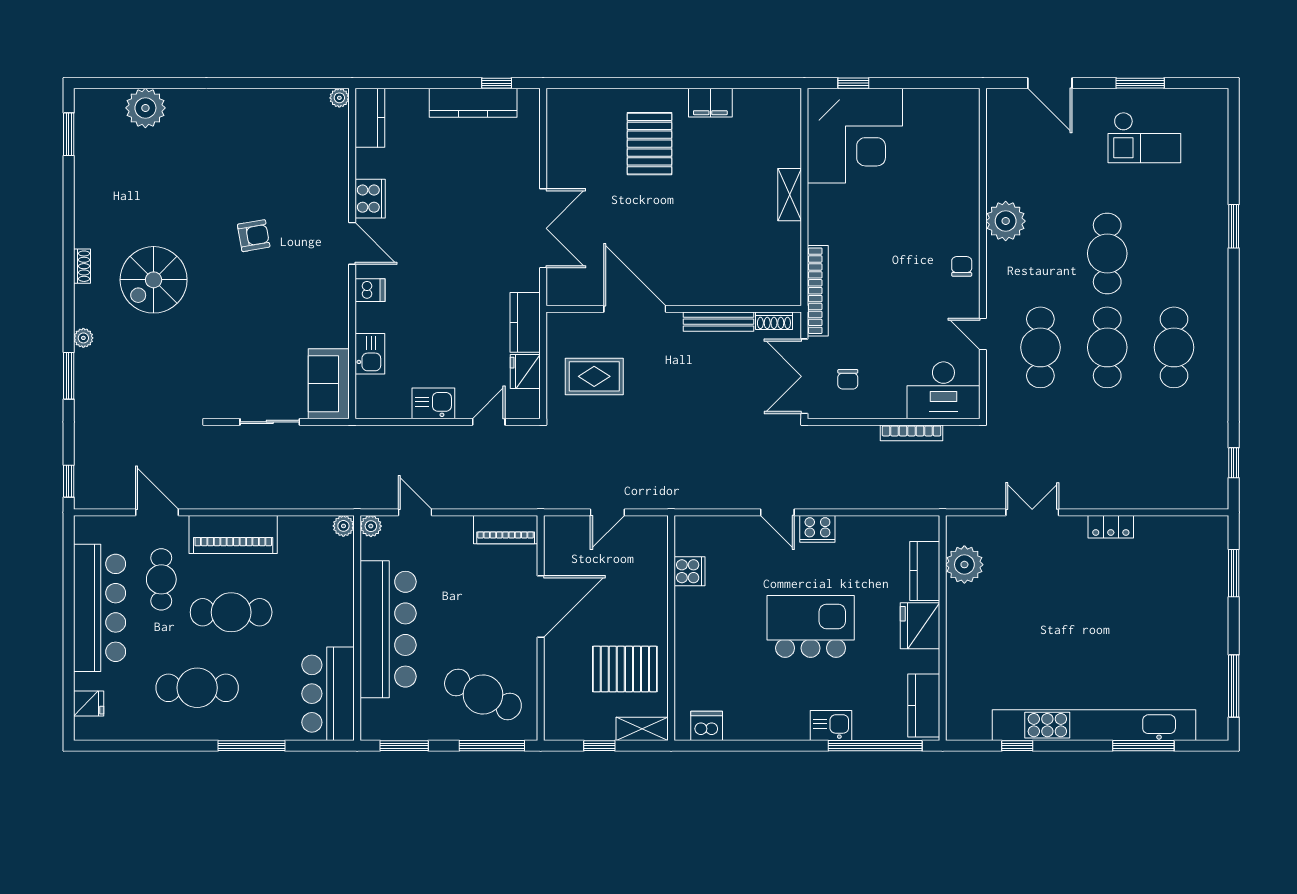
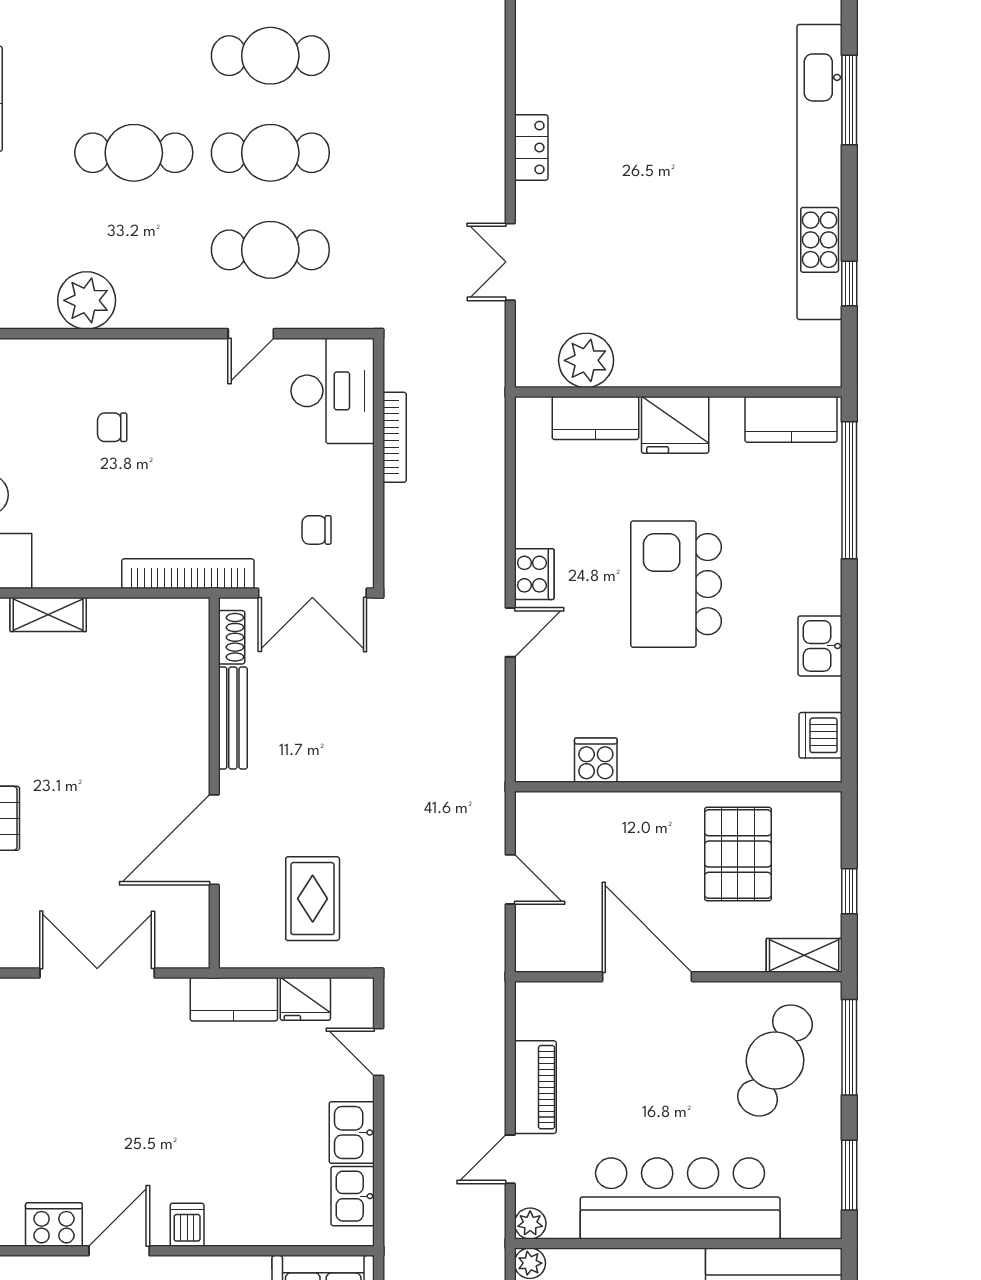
chair: (962, 266) -> (112, 427), moved
kitchen sink: (370, 354) -> (353, 1196), moved, turned -90
chair: (848, 379) -> (317, 530), turned 180
piano: (506, 530) -> (535, 1087), moved
kitchen sink: (831, 725) -> (820, 646), moved
shelving: (642, 729) -> (804, 955), moved, turned 90

